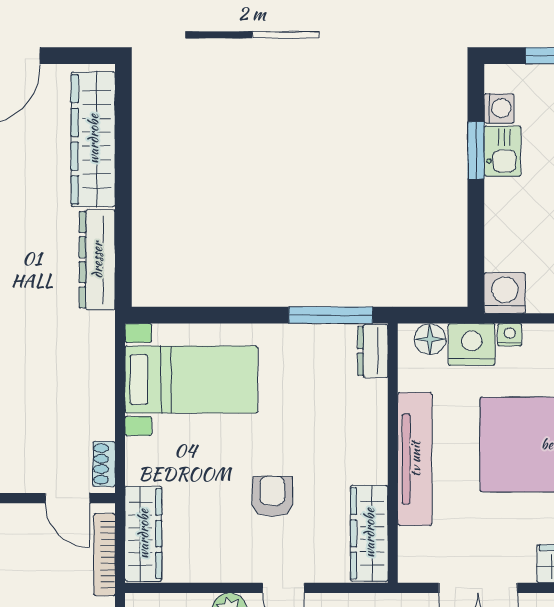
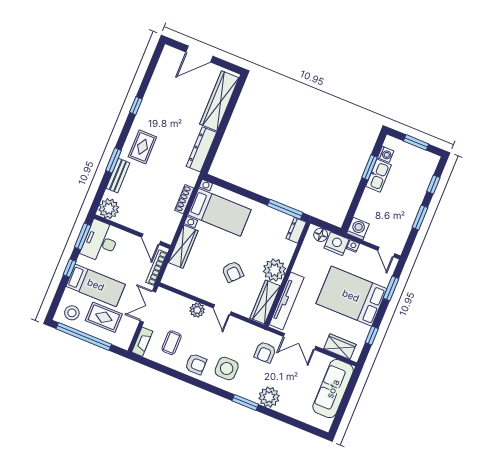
kitchen sink: (503, 151) -> (378, 176), width x1.38
plant: (361, 456) -> (274, 270), added
tv unit: (415, 459) -> (287, 301), moved
shoe rack: (104, 464) -> (184, 199), moved, width x1.43
armchair: (272, 496) -> (233, 272), turned 133
wardrobe: (143, 534) -> (183, 247), moved

